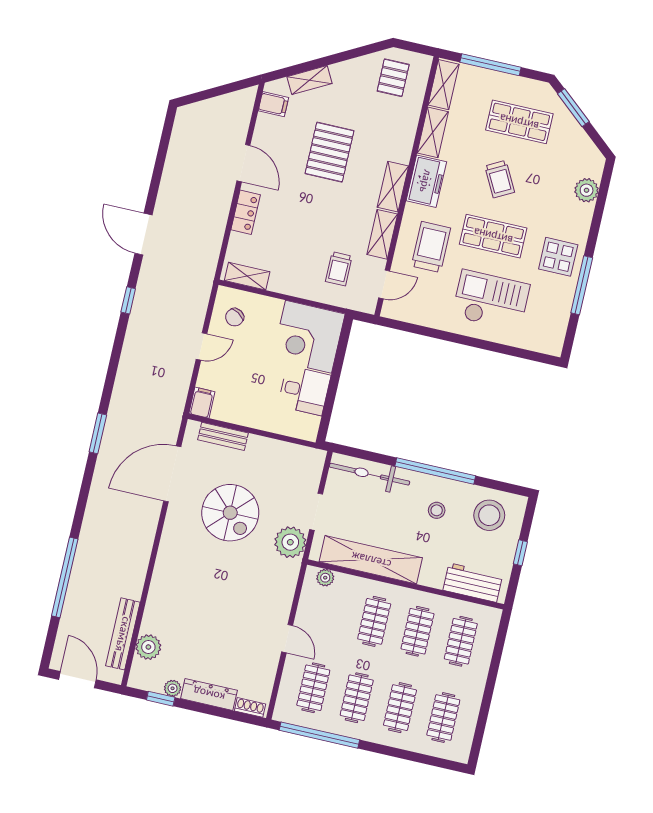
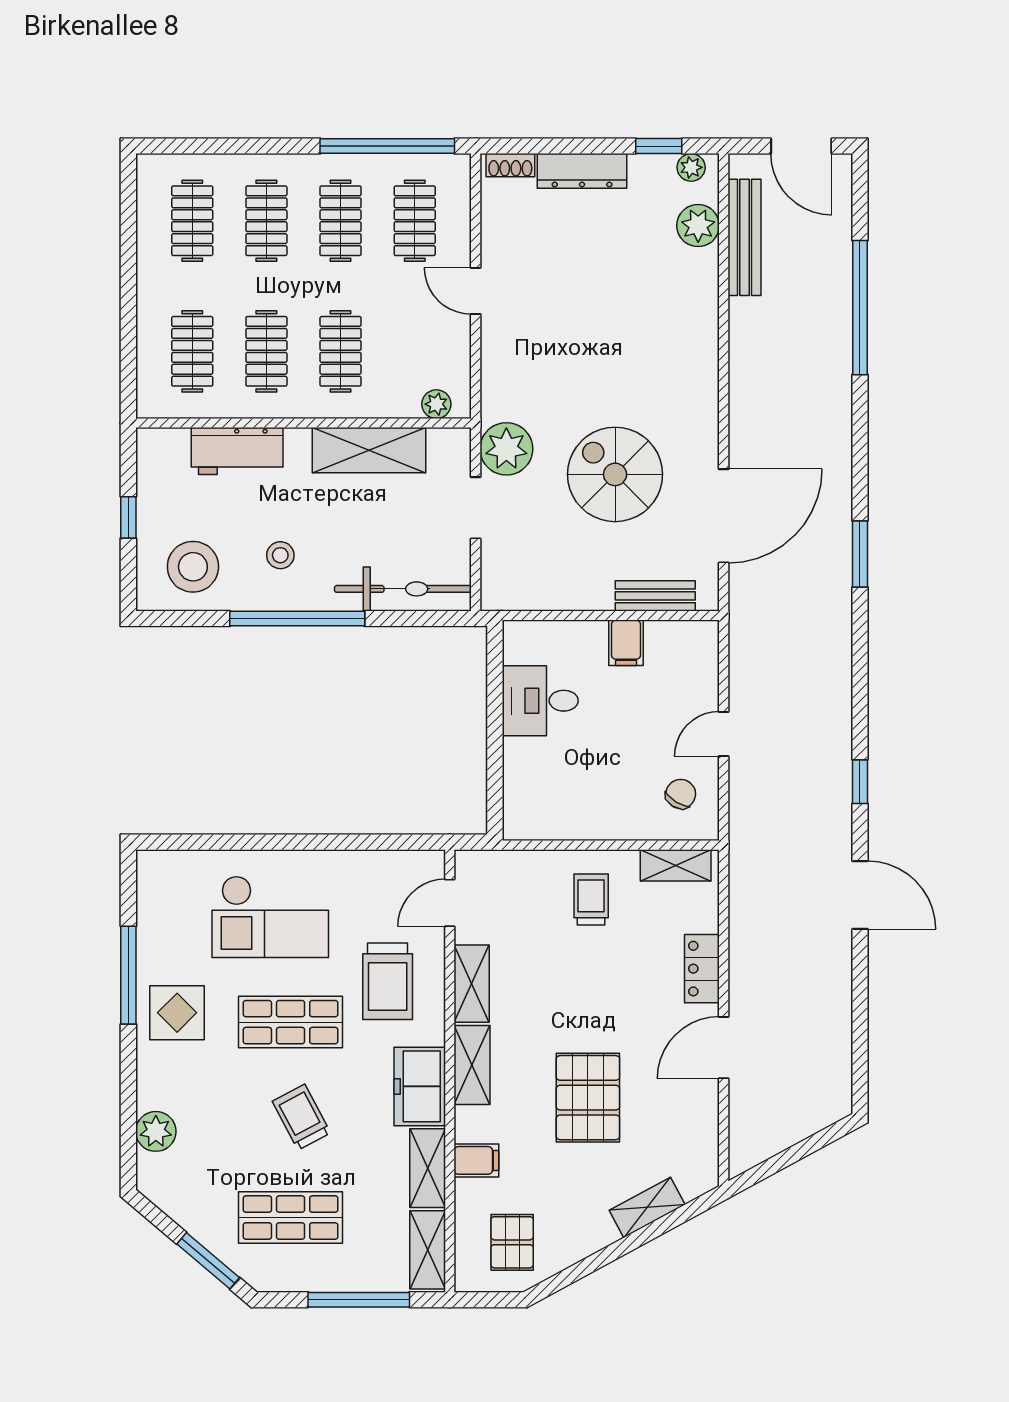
filing cabinet: (273, 104) -> (476, 1160), moved, turned 180
door: (243, 163) -> (724, 1048), hinge flipped
trolley: (339, 269) -> (591, 899), moved
corner desk: (309, 337) -> (553, 790), removed
filing cabinet: (202, 403) -> (626, 643), moved
shelving: (371, 560) -> (369, 450), width x0.68
workbench: (473, 583) -> (237, 451), moved
plant: (173, 688) -> (691, 167), moved

